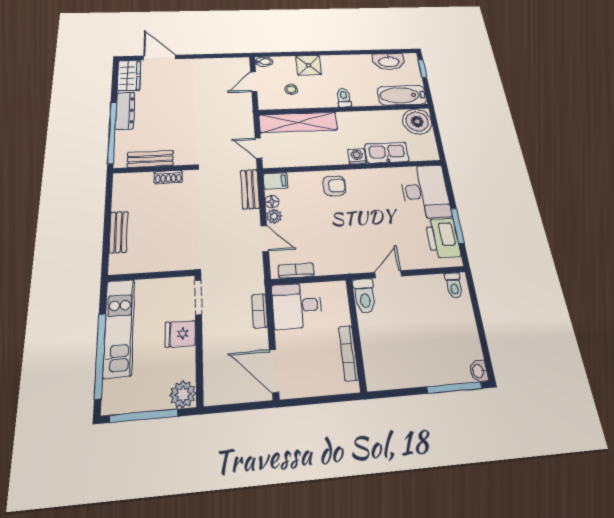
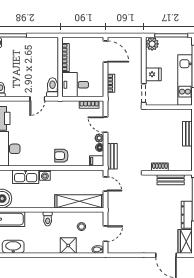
desk: (297, 306) -> (75, 85), moved, turned 180

